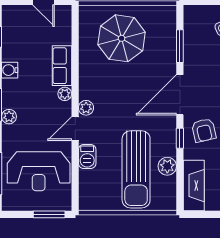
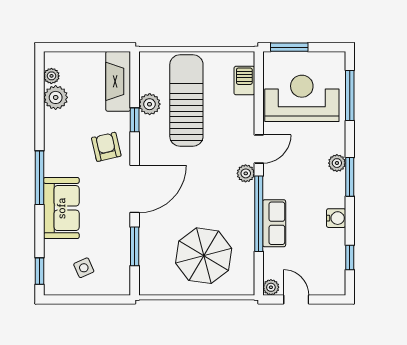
window: (75, 74) -> (259, 214), added
plant: (65, 94) -> (271, 287), moved
window: (180, 138) -> (135, 120), moved
barbecue: (87, 157) -> (244, 81), moved

